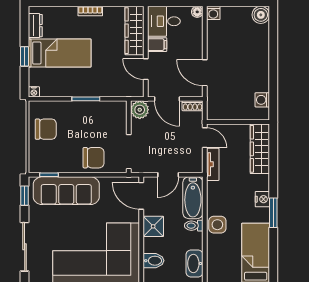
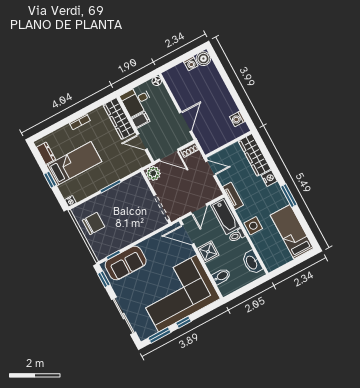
washing machine: (213, 13) -> (191, 64), moved
door: (205, 73) -> (186, 122), swing flipped
chair: (94, 158) -> (139, 225), removed
tv unit: (213, 164) -> (233, 196), moved
sofa: (66, 191) -> (126, 263), width x0.73
nightstand: (262, 199) -> (269, 178), moved

